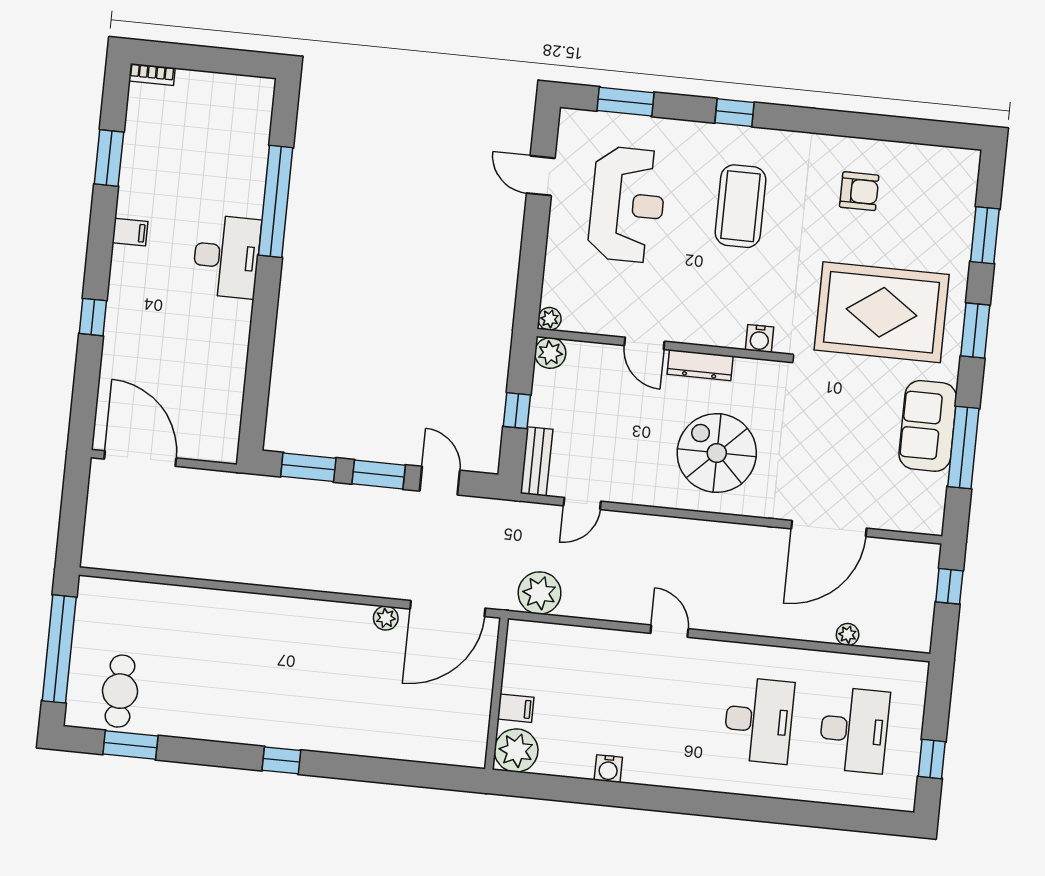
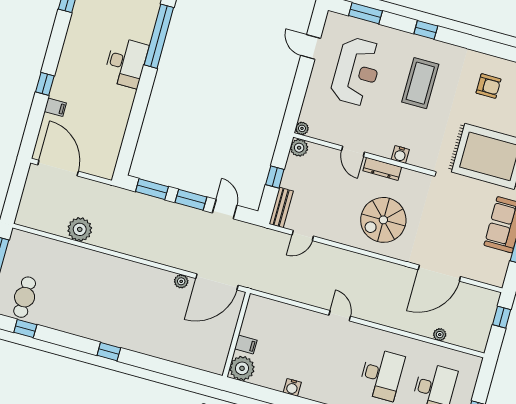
filing cabinet: (130, 232) -> (55, 107), moved
water cooler: (760, 339) -> (400, 155), moved
spiral stairs: (717, 453) -> (383, 220), turned -90
plant: (540, 593) -> (80, 229), moved
window: (130, 745) -> (25, 329), width x0.67

